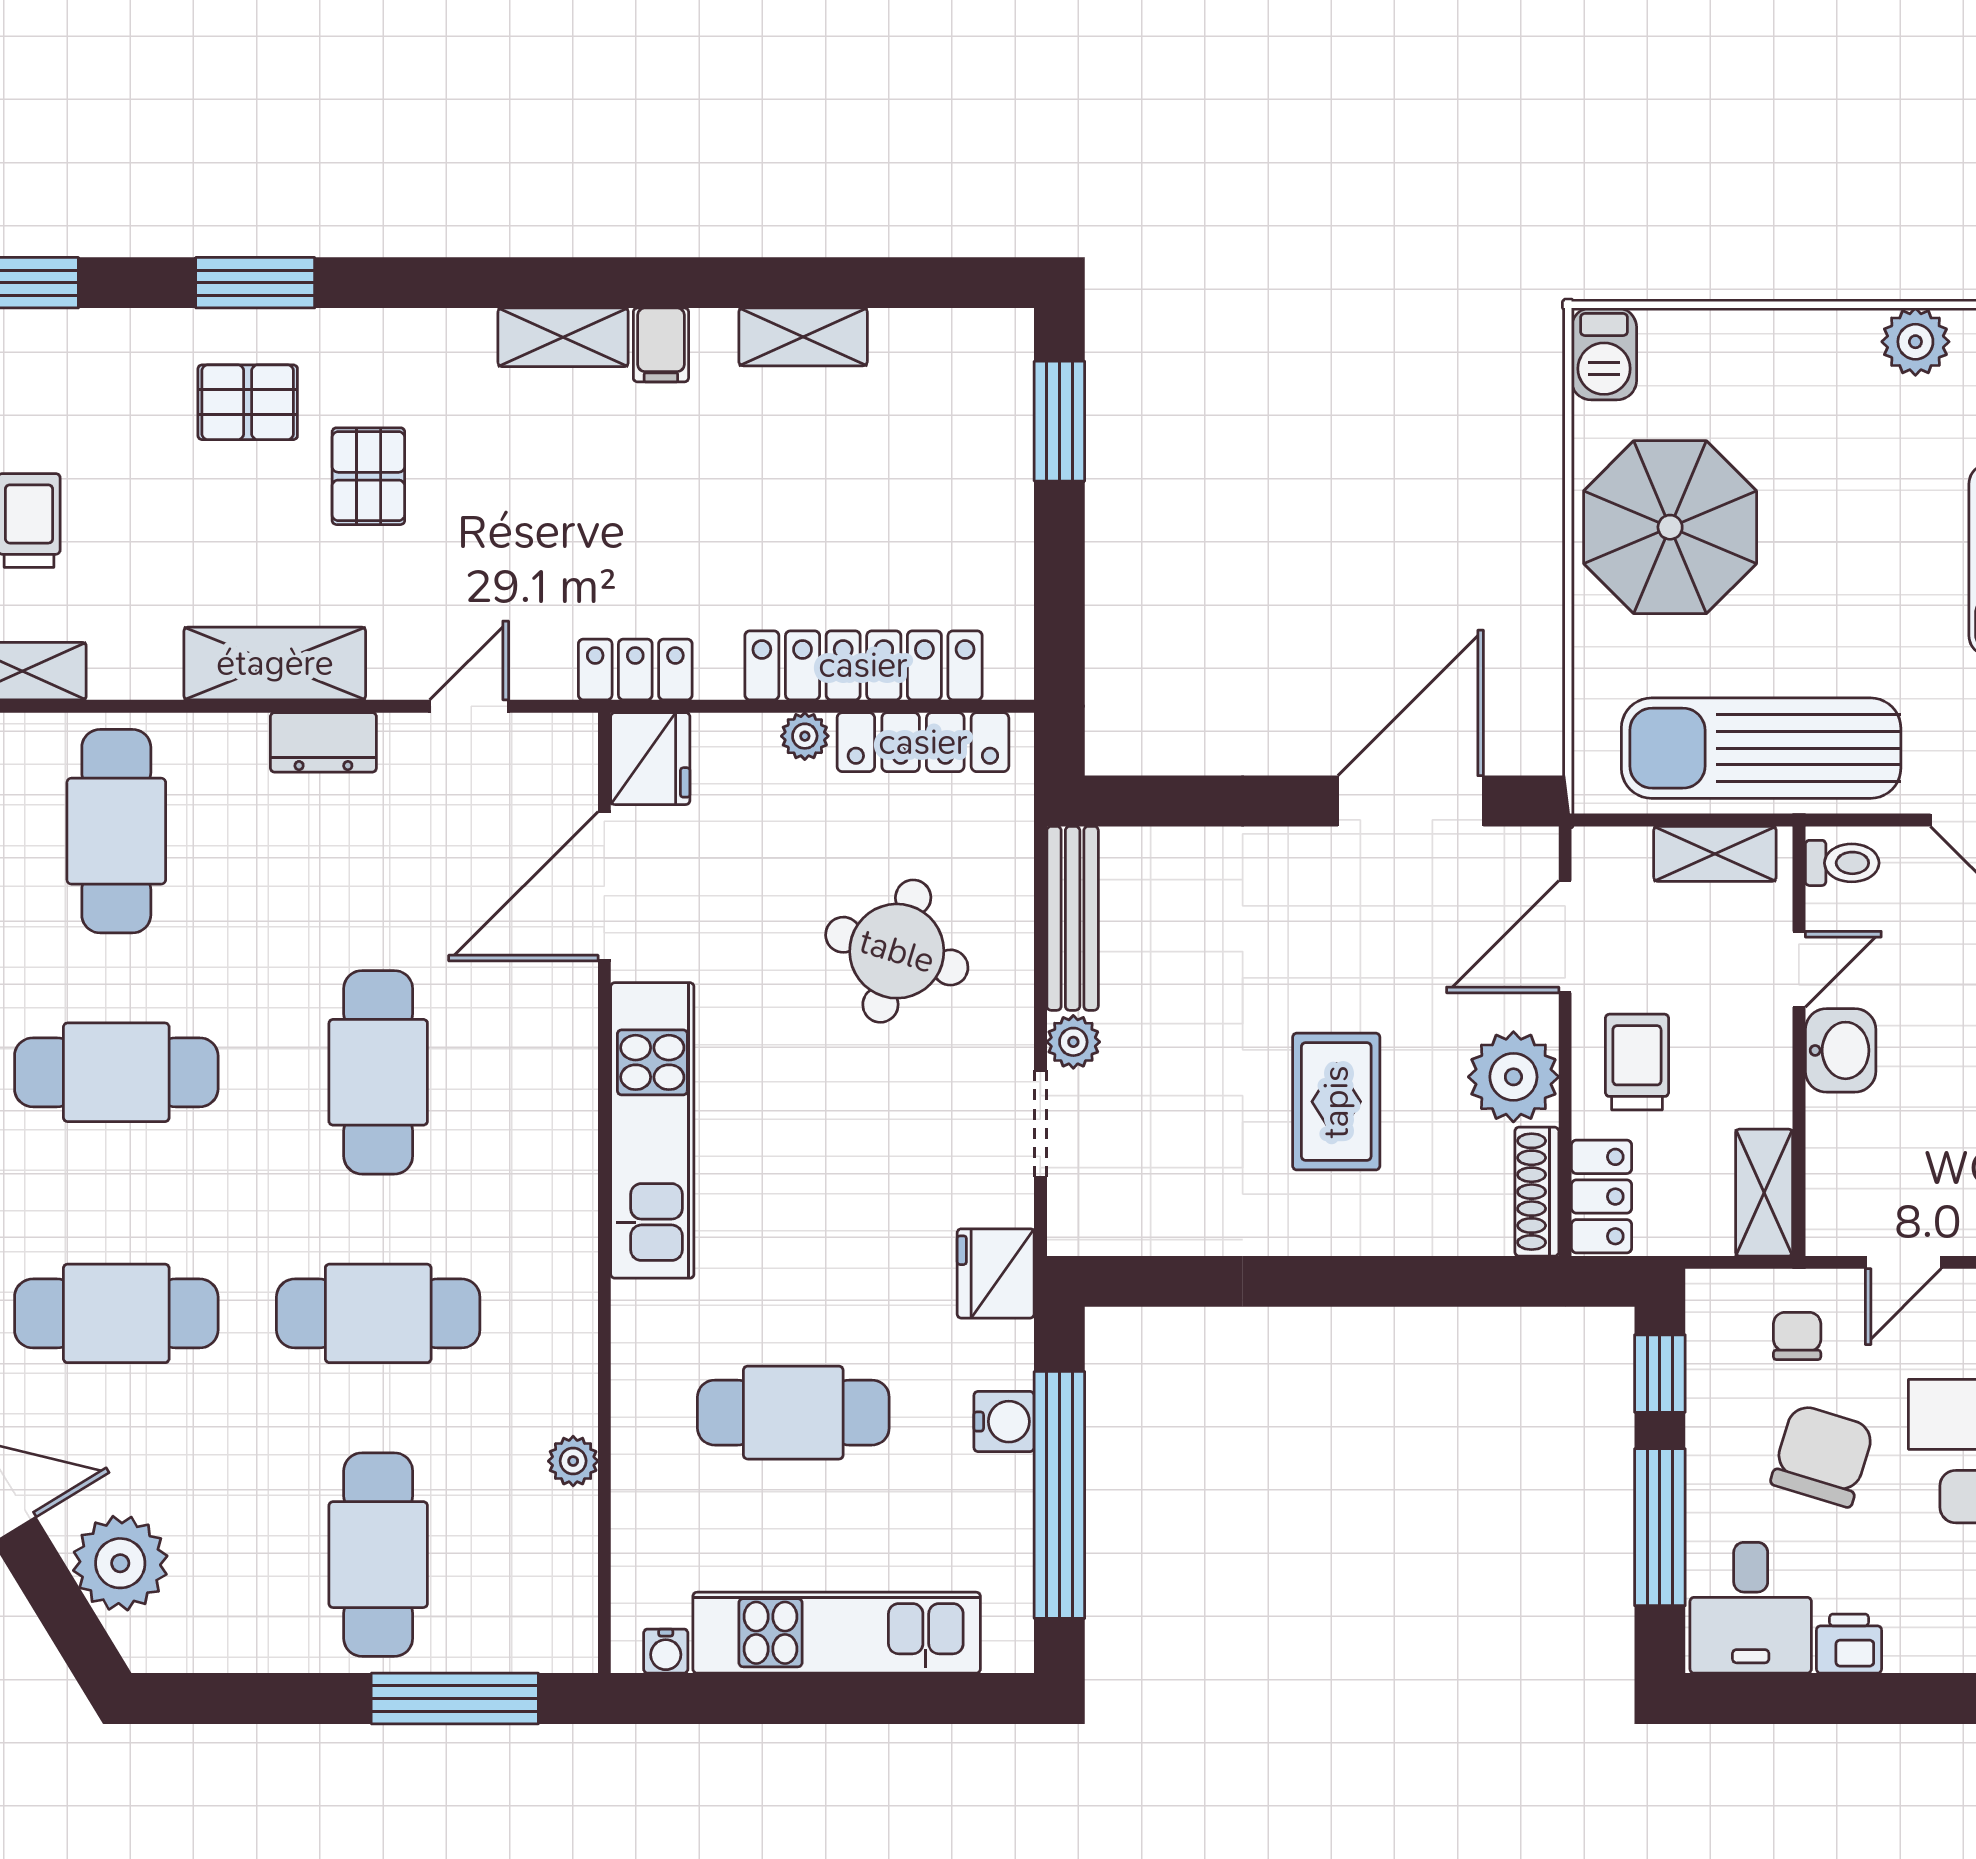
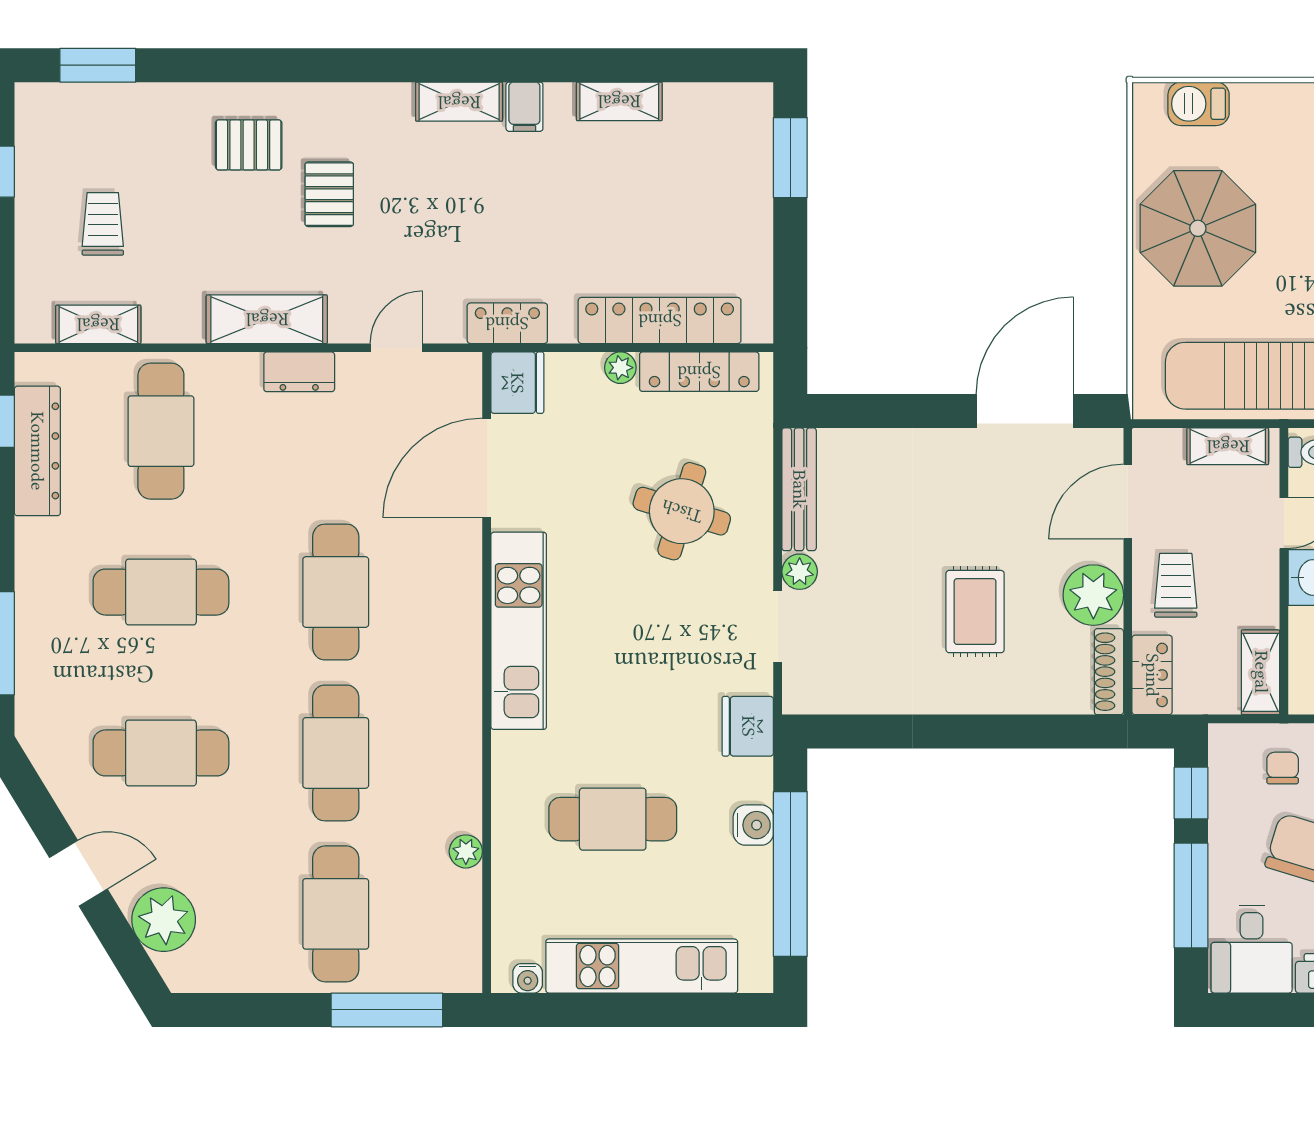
window: (255, 283) -> (254, 65), removed
barbecue: (1604, 354) -> (1199, 104), moved, turned 90
cafe table: (378, 1313) -> (336, 753), turned 90

